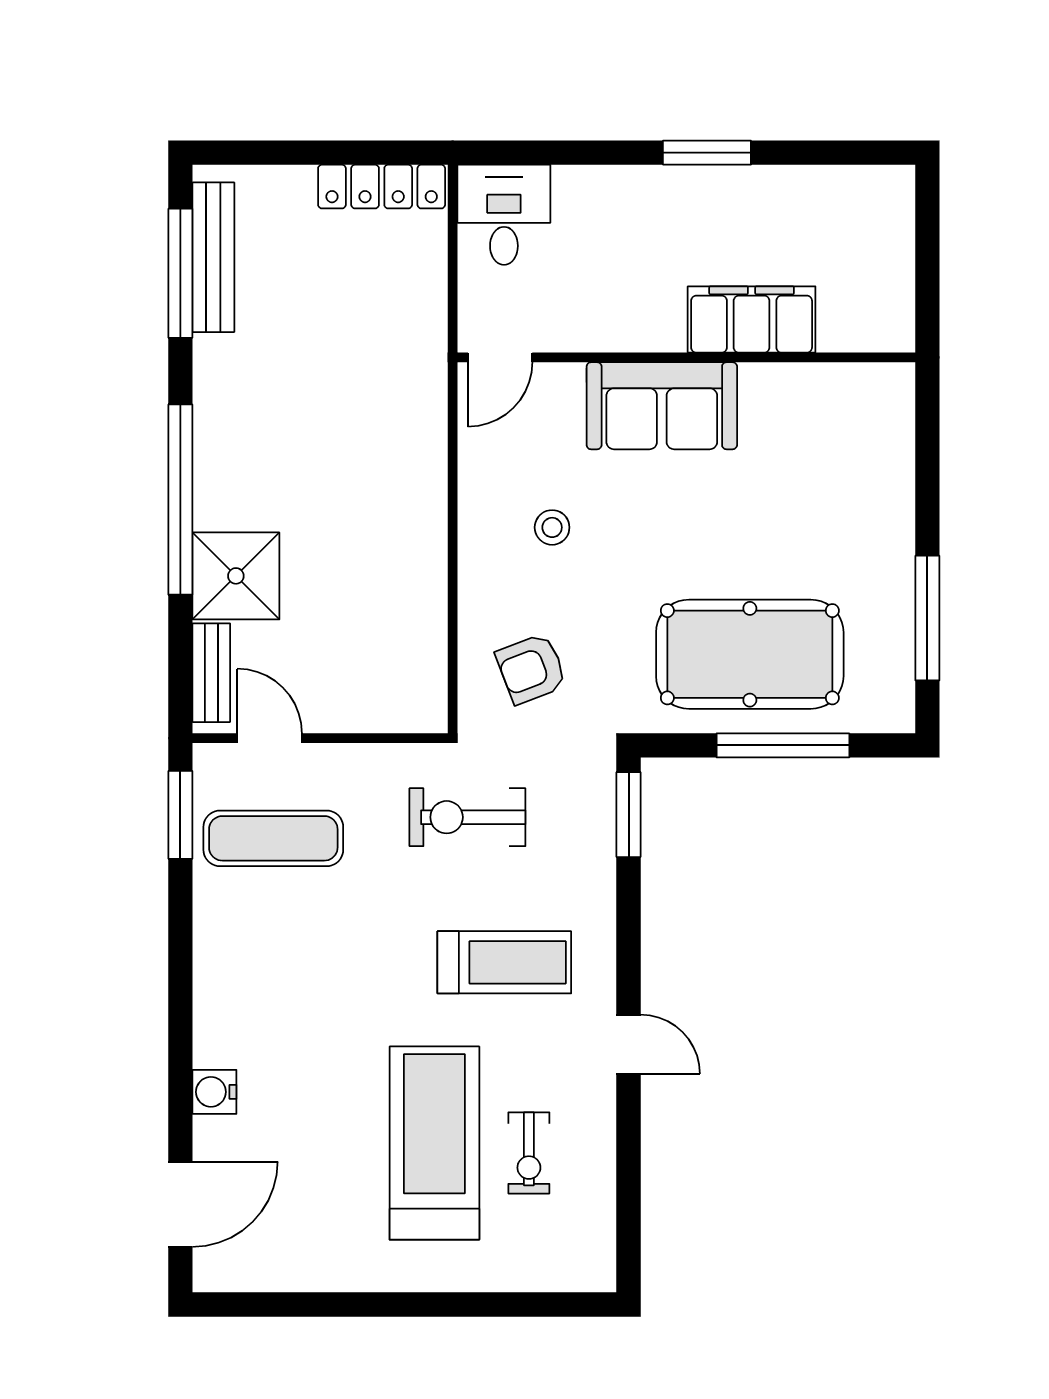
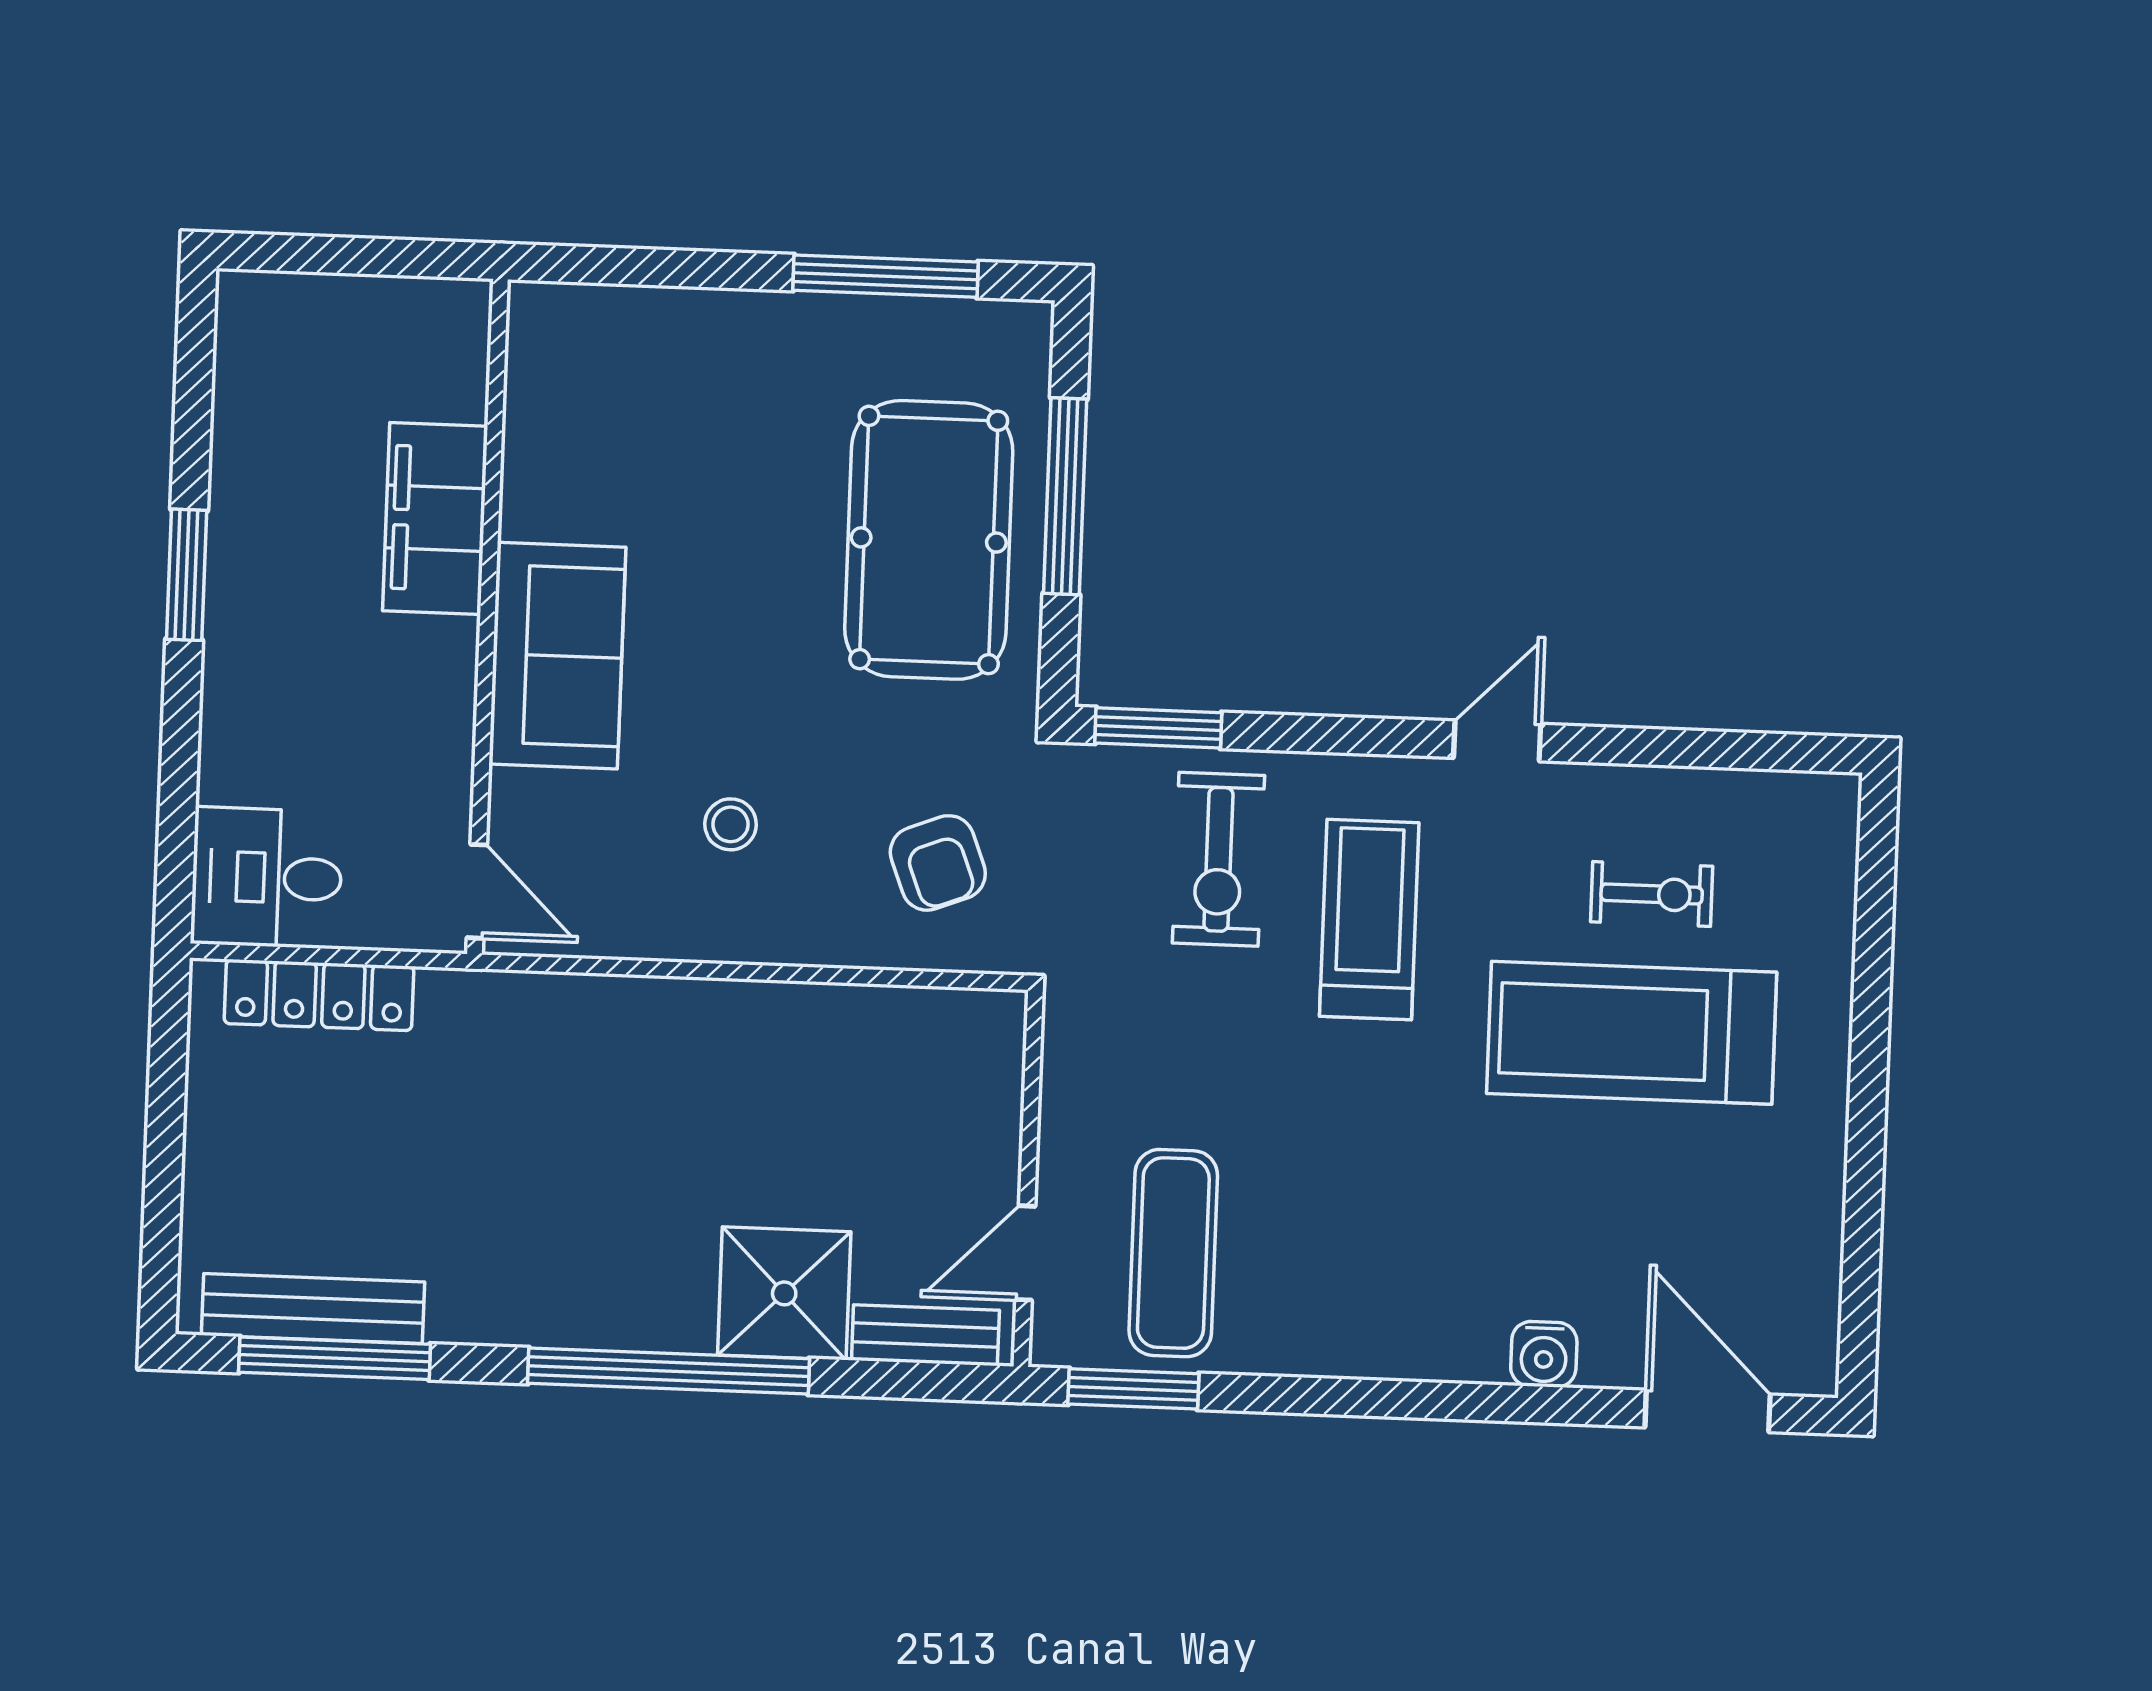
locker: (382, 187) -> (319, 995), moved, turned 90
exercise bike: (467, 817) -> (1219, 859), moved

